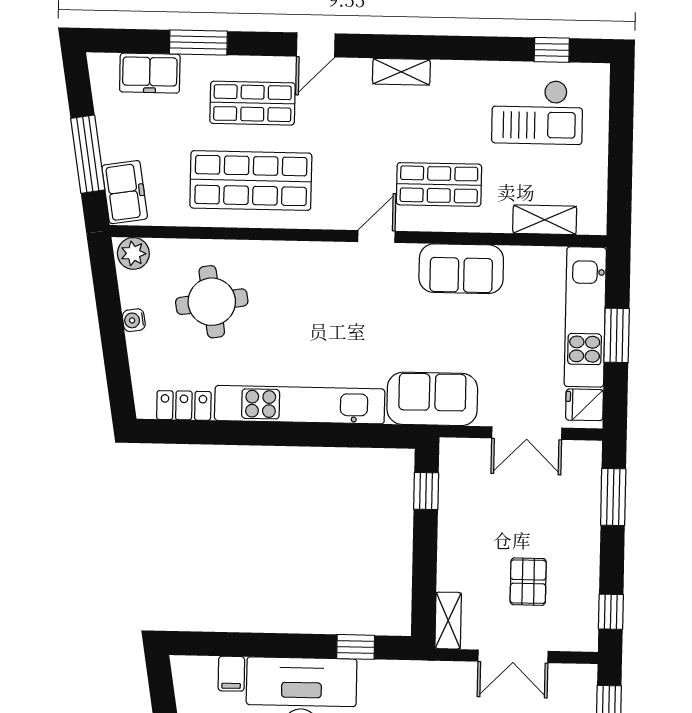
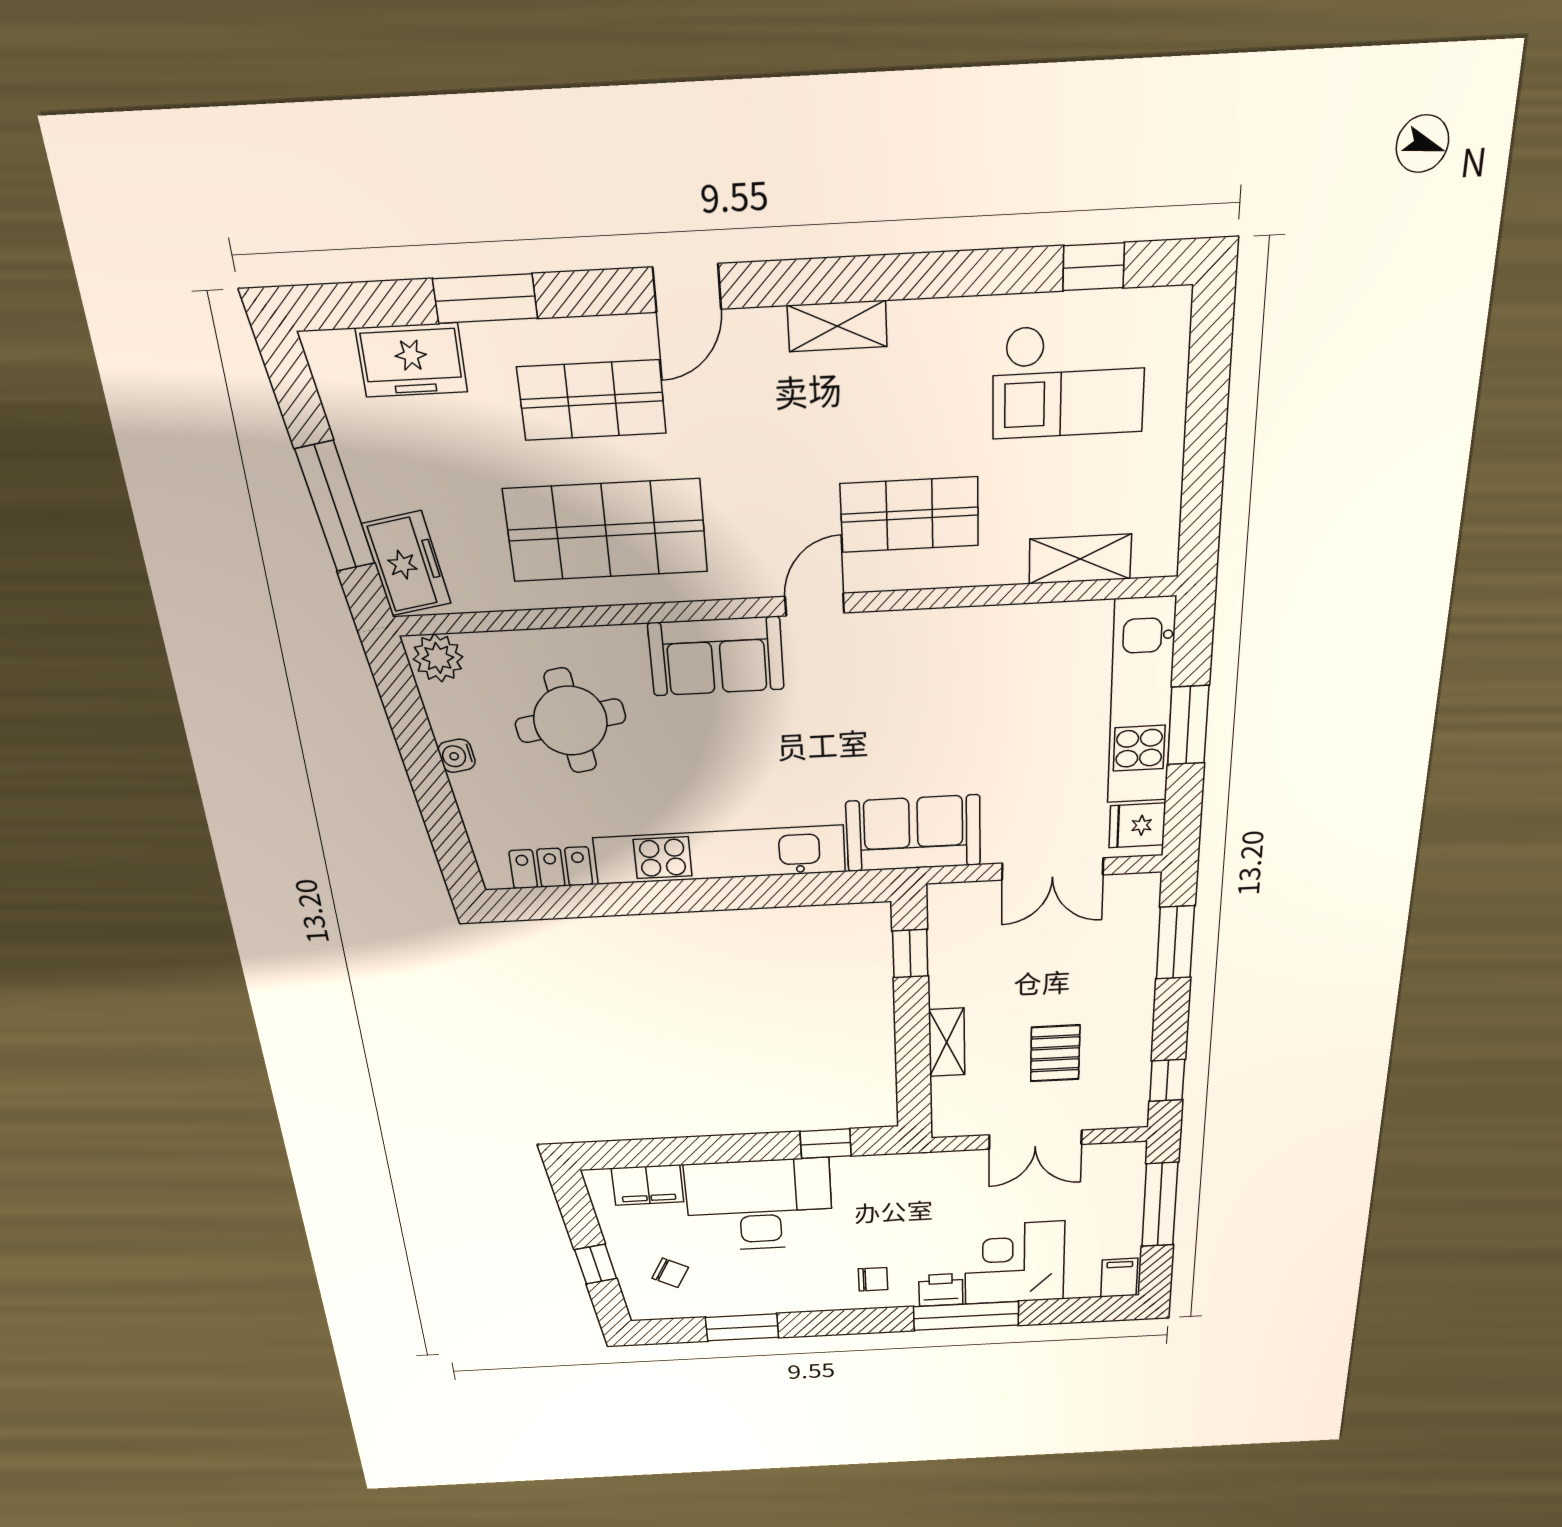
sofa: (461, 269) -> (716, 656), moved
shelving: (448, 621) -> (947, 1042), moved
filing cabinet: (231, 674) -> (648, 1185), width x2.00

